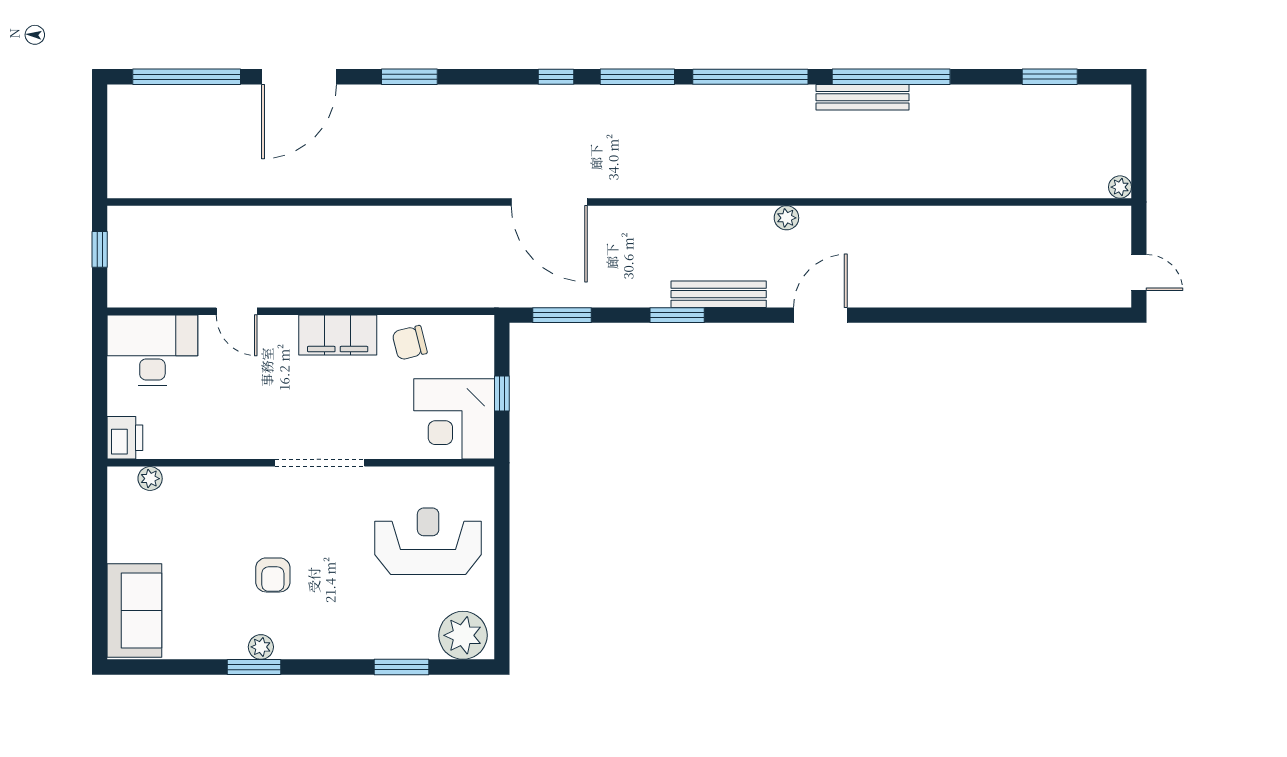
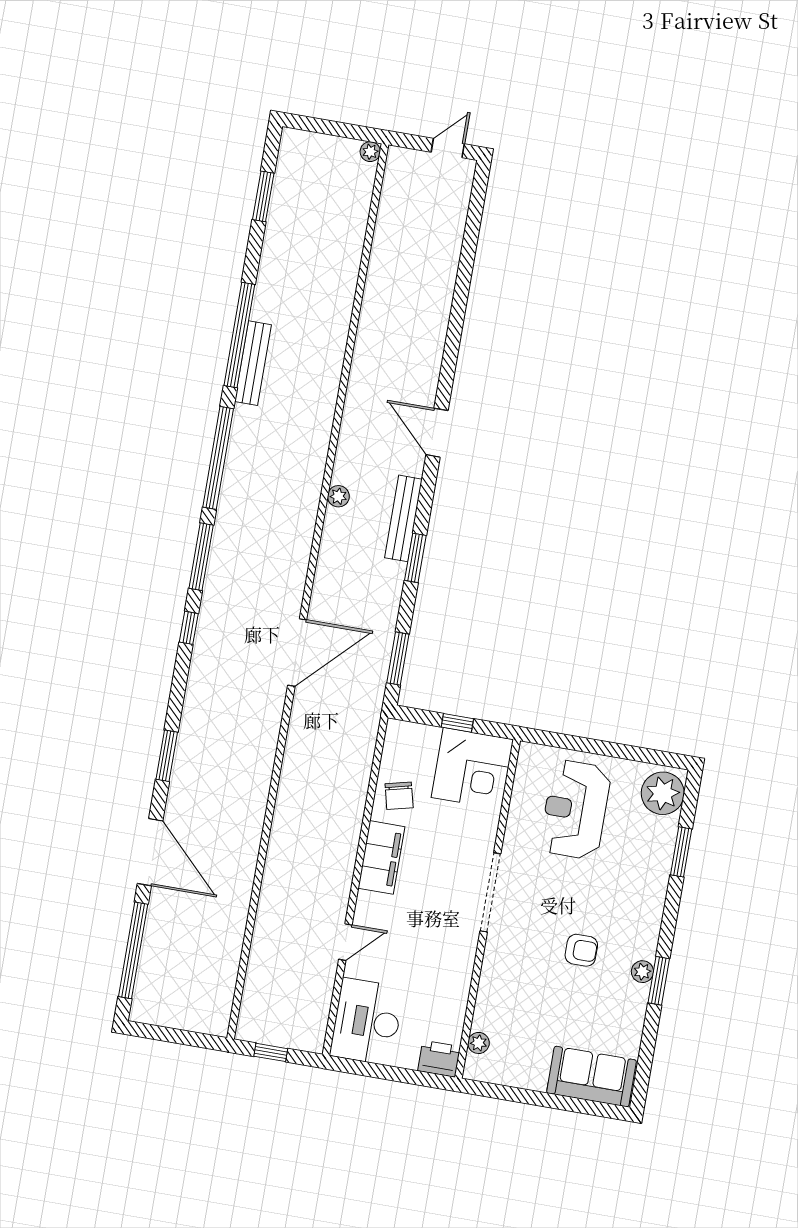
plant: (786, 218) -> (338, 496), moved

